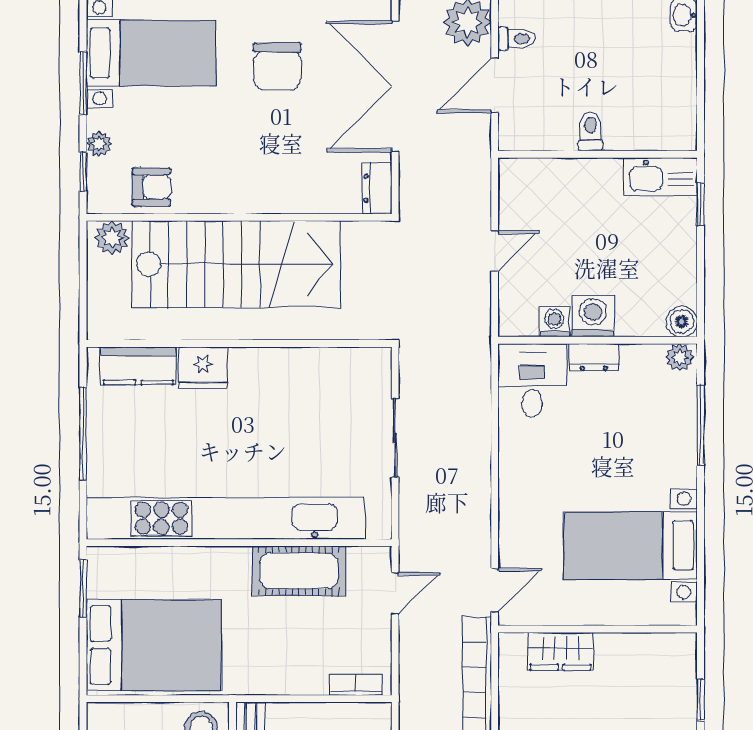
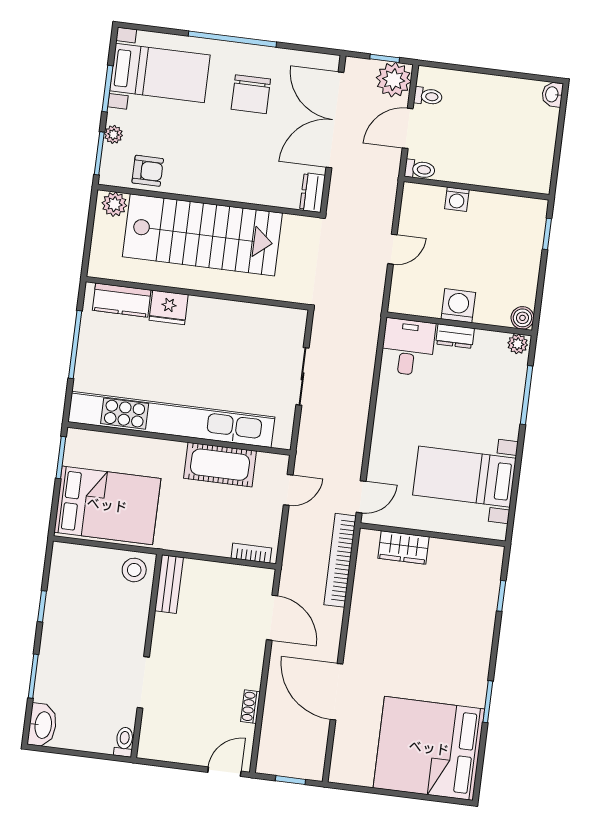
toilet: (590, 131) -> (420, 169), moved, turned 90
window: (83, 172) -> (99, 153), width x1.50
kitchen sink: (661, 177) -> (520, 210), removed
washing machine: (555, 322) -> (457, 199), moved, turned 180

